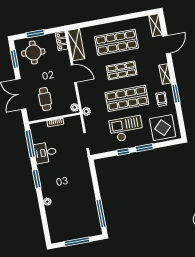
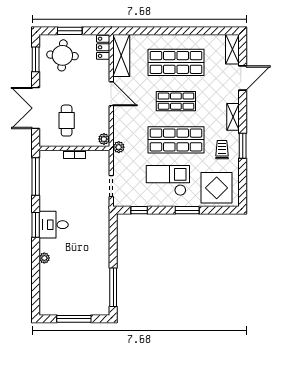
window: (123, 152) -> (139, 210), moved
desk: (45, 153) -> (54, 225), moved

